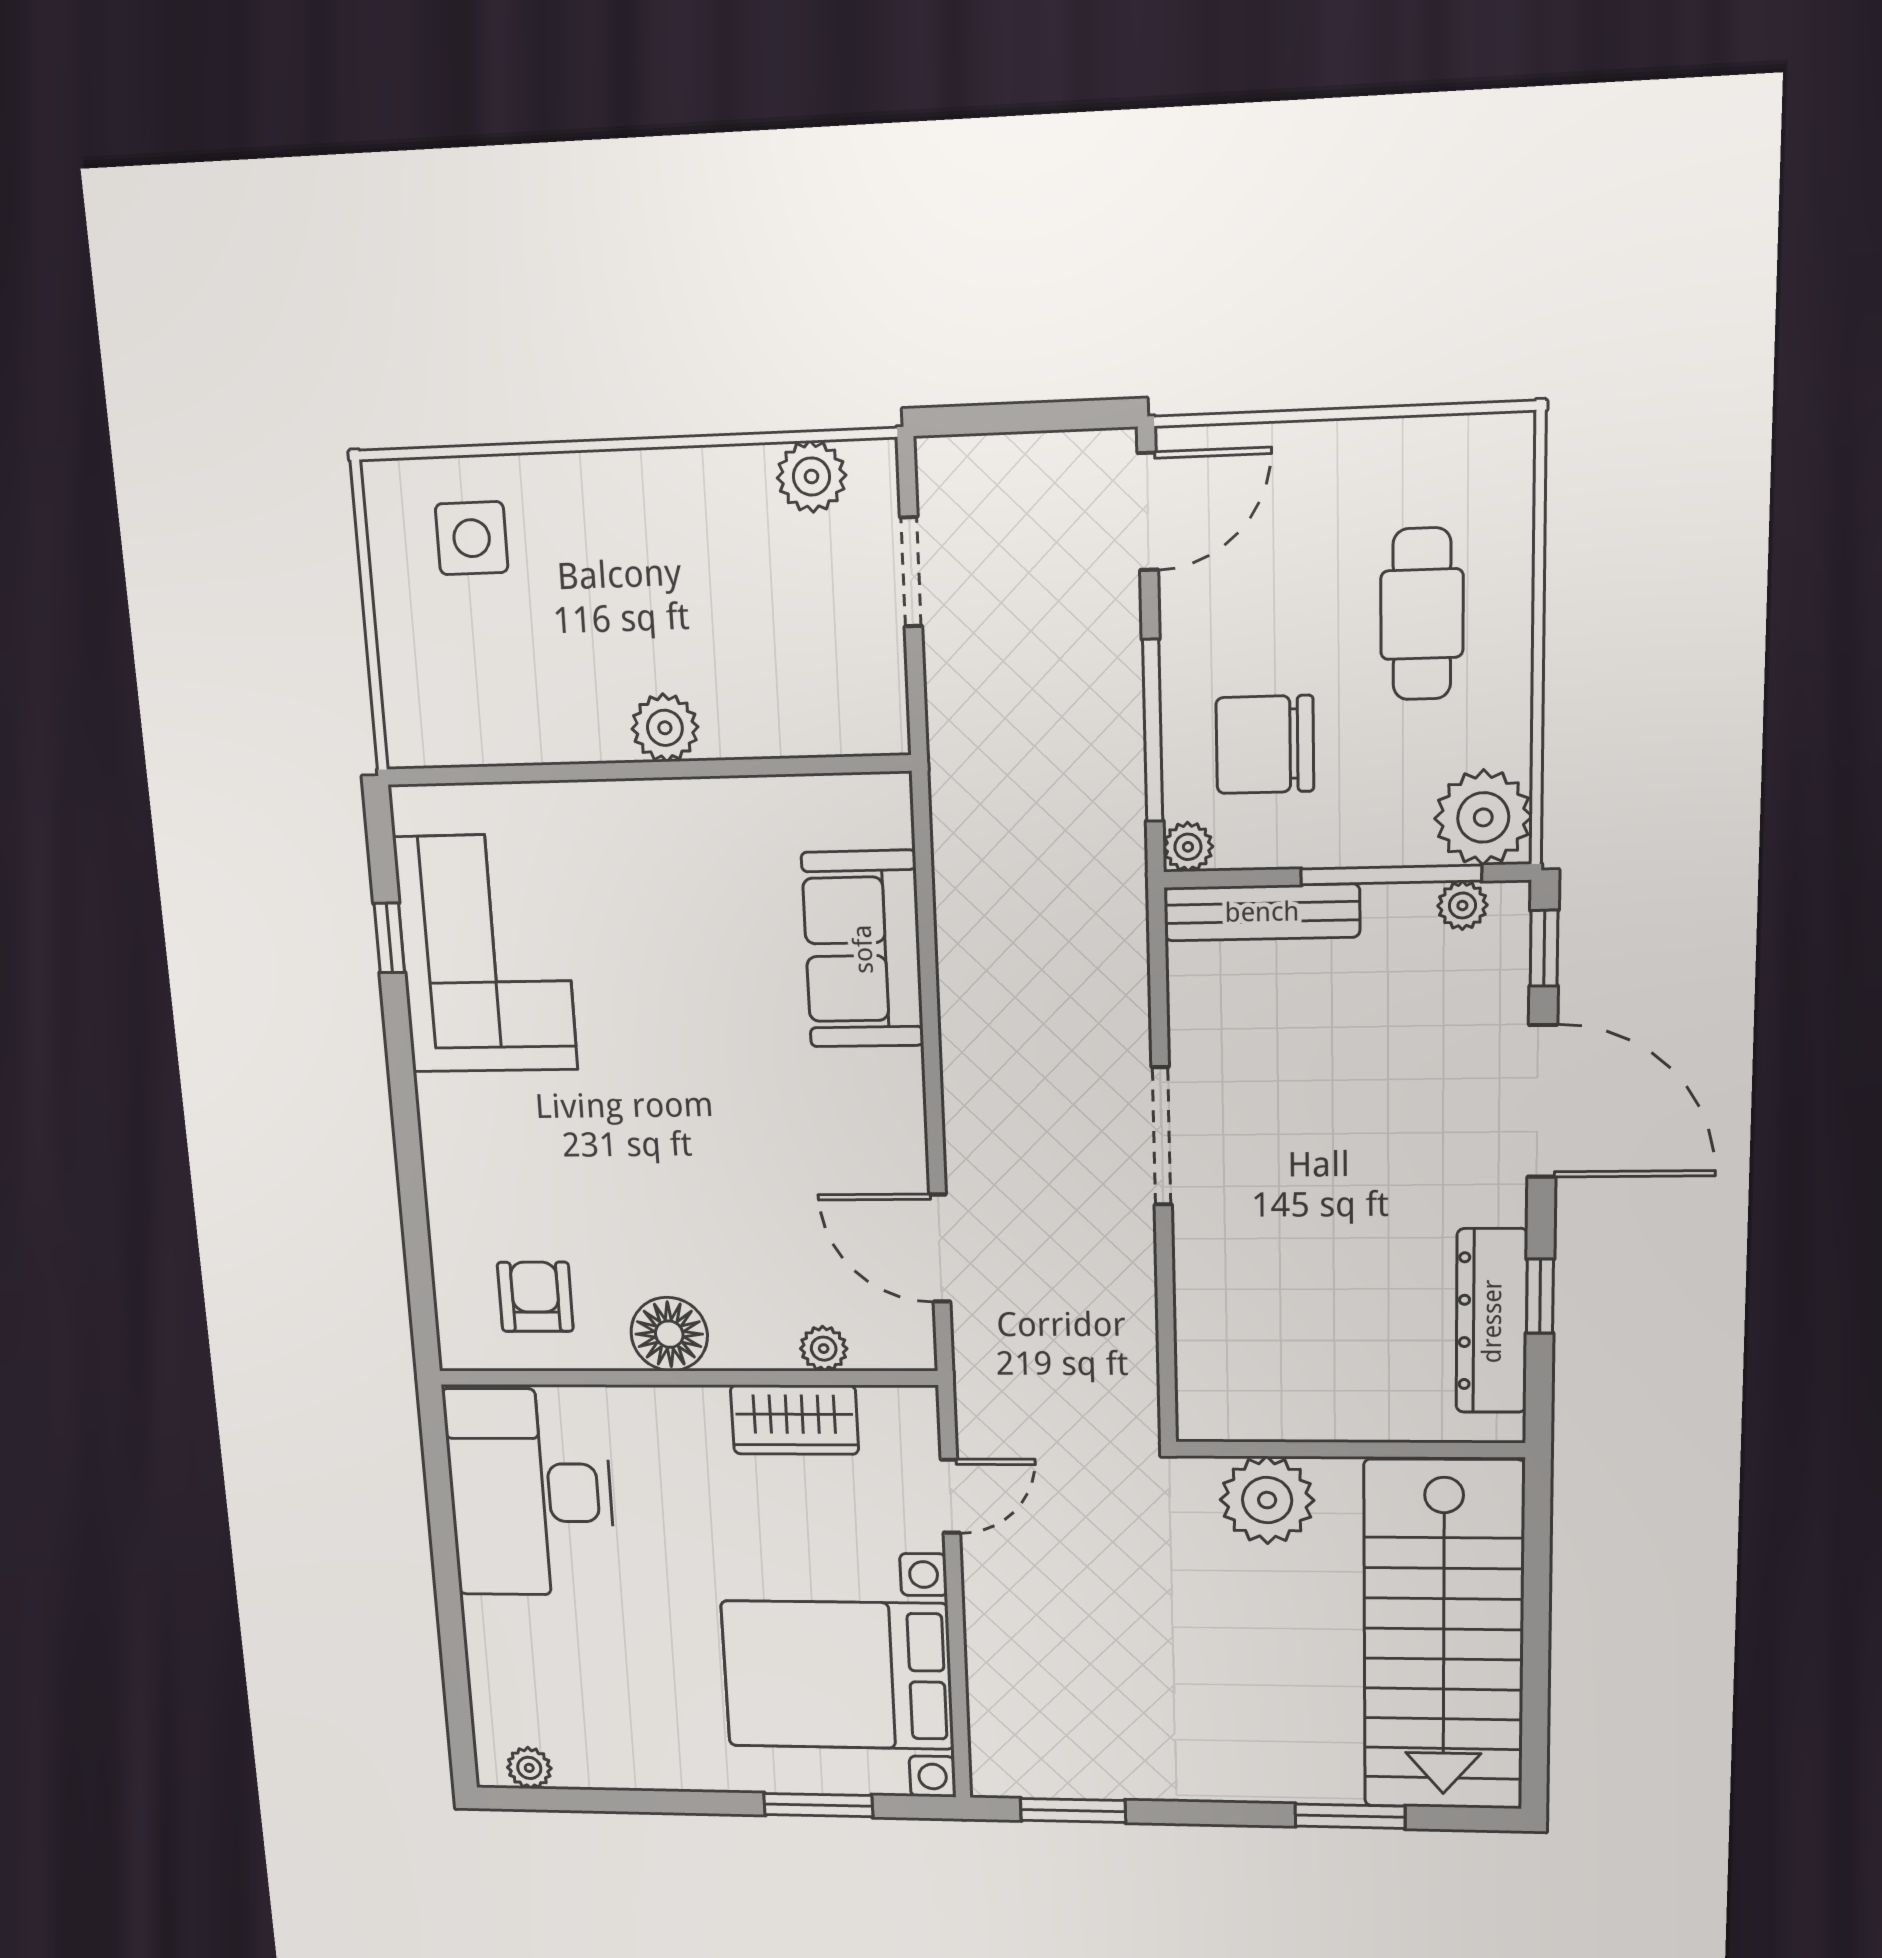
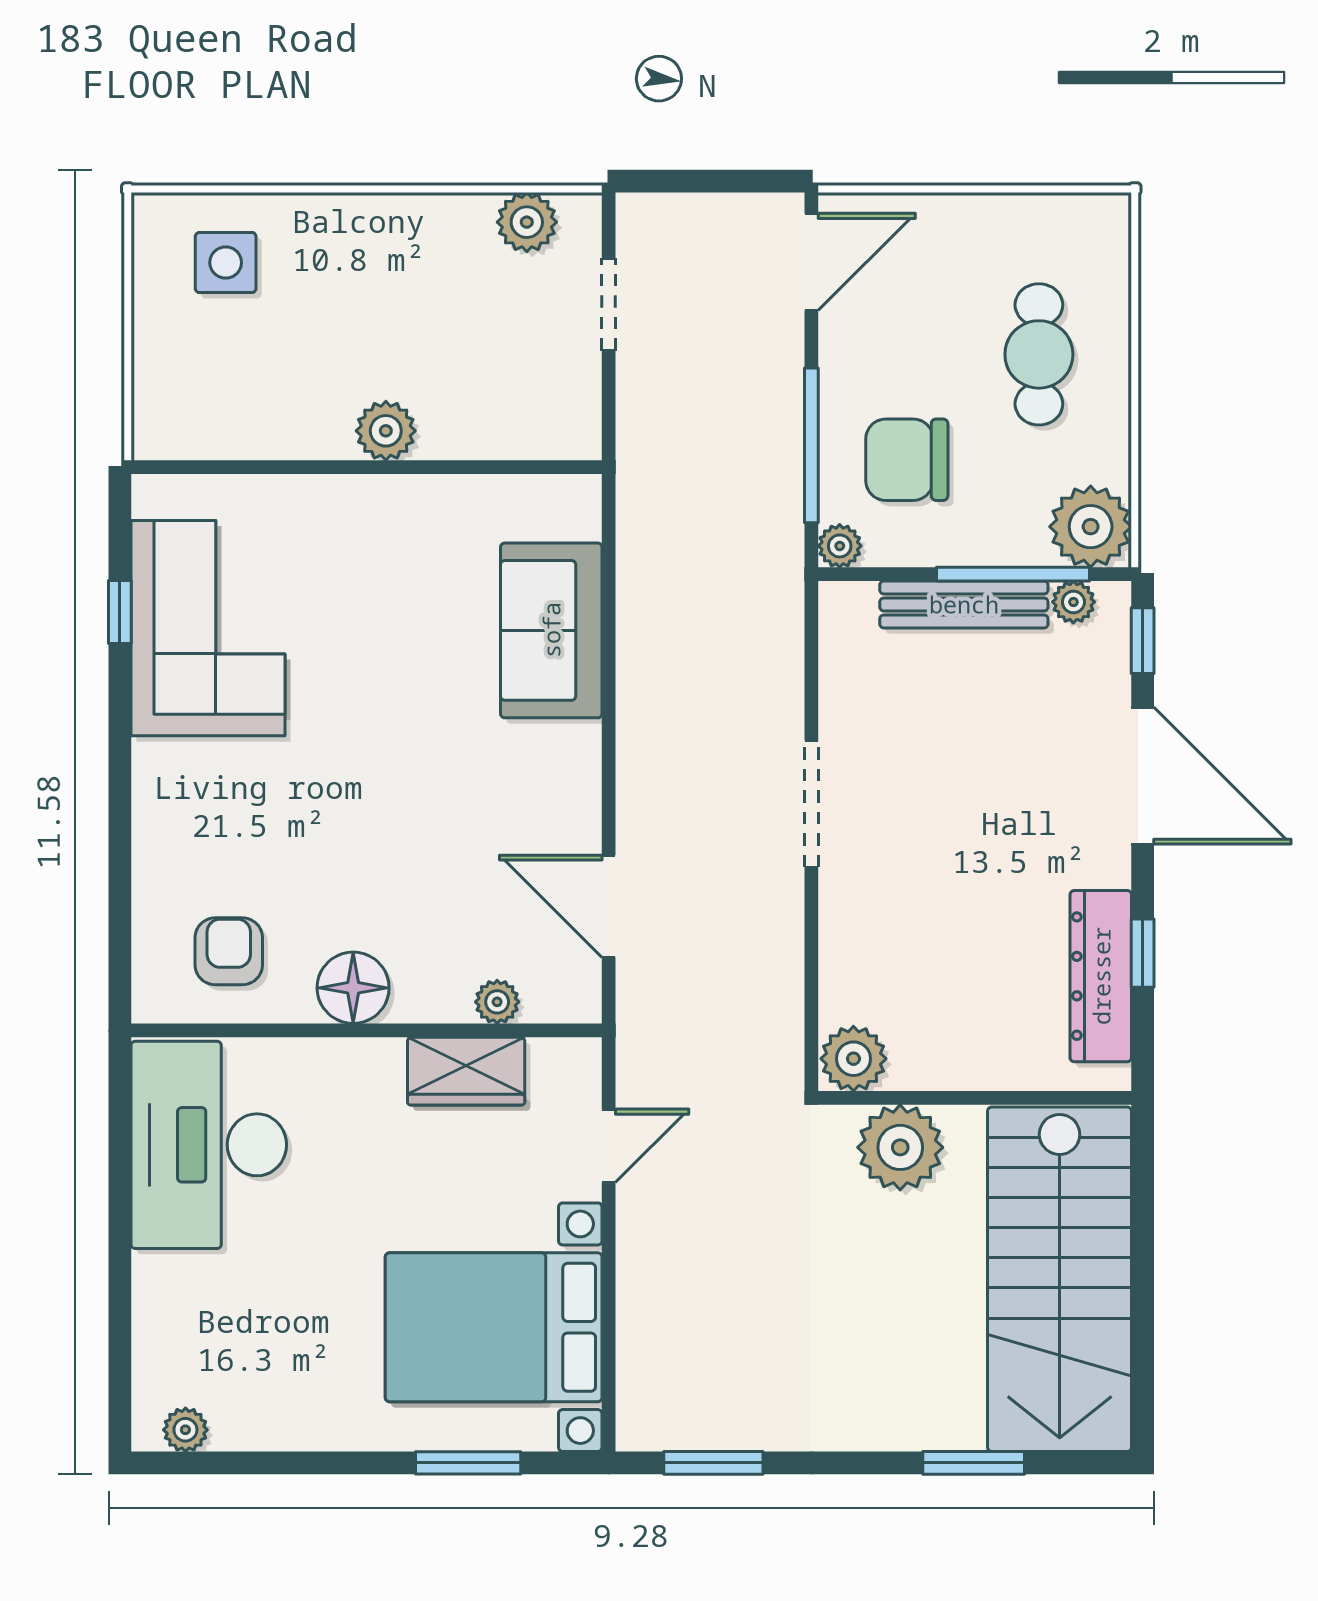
bench: (1262, 912) -> (964, 604), moved
plant: (1214, 1408) -> (853, 1059), added

